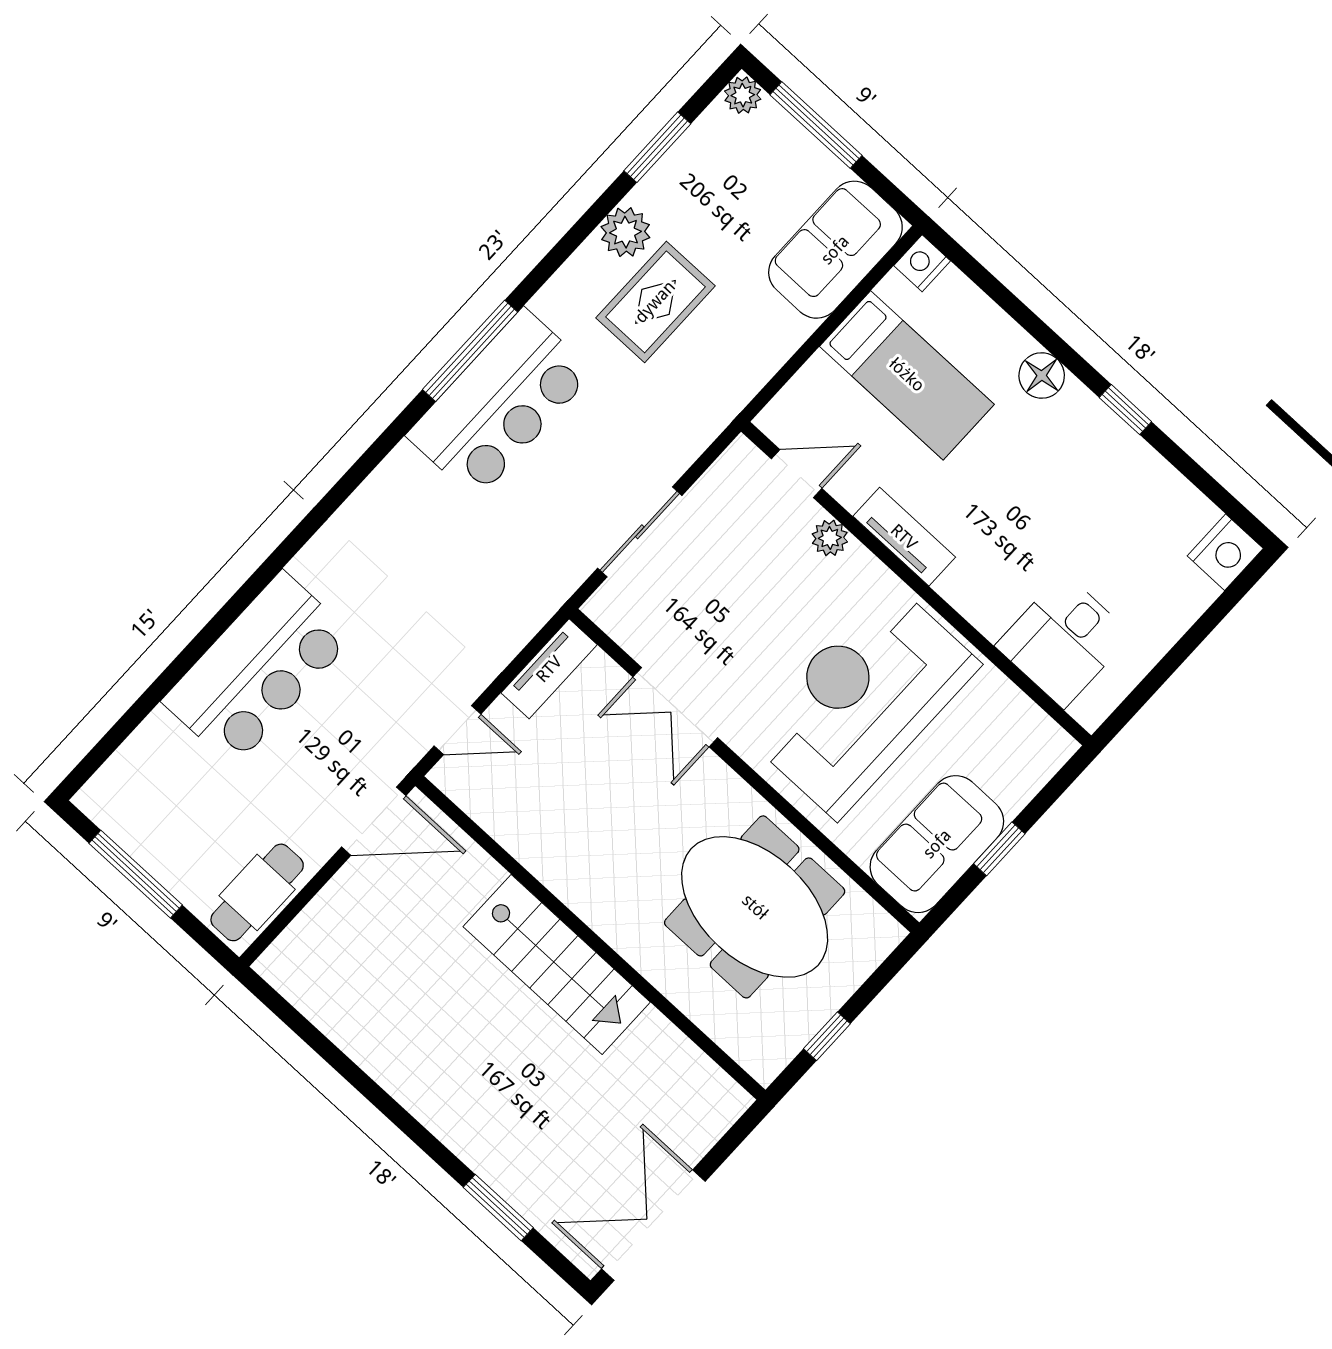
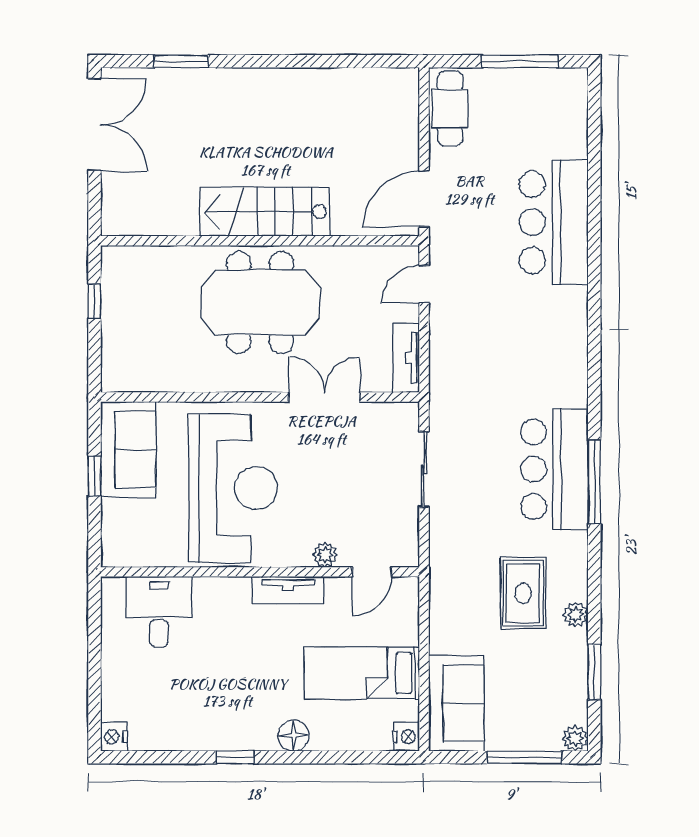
plant: (625, 232) -> (576, 614), width x0.73, depth x0.73
nightstand: (1225, 552) -> (114, 737), width x0.74, depth x0.75
meeting table: (755, 907) -> (260, 302), moved

